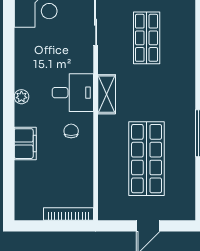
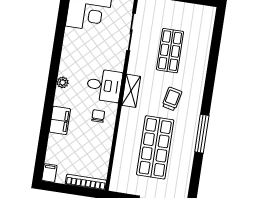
trolley: (158, 96) -> (172, 99), added
filing cabinet: (22, 210) -> (49, 173), added

